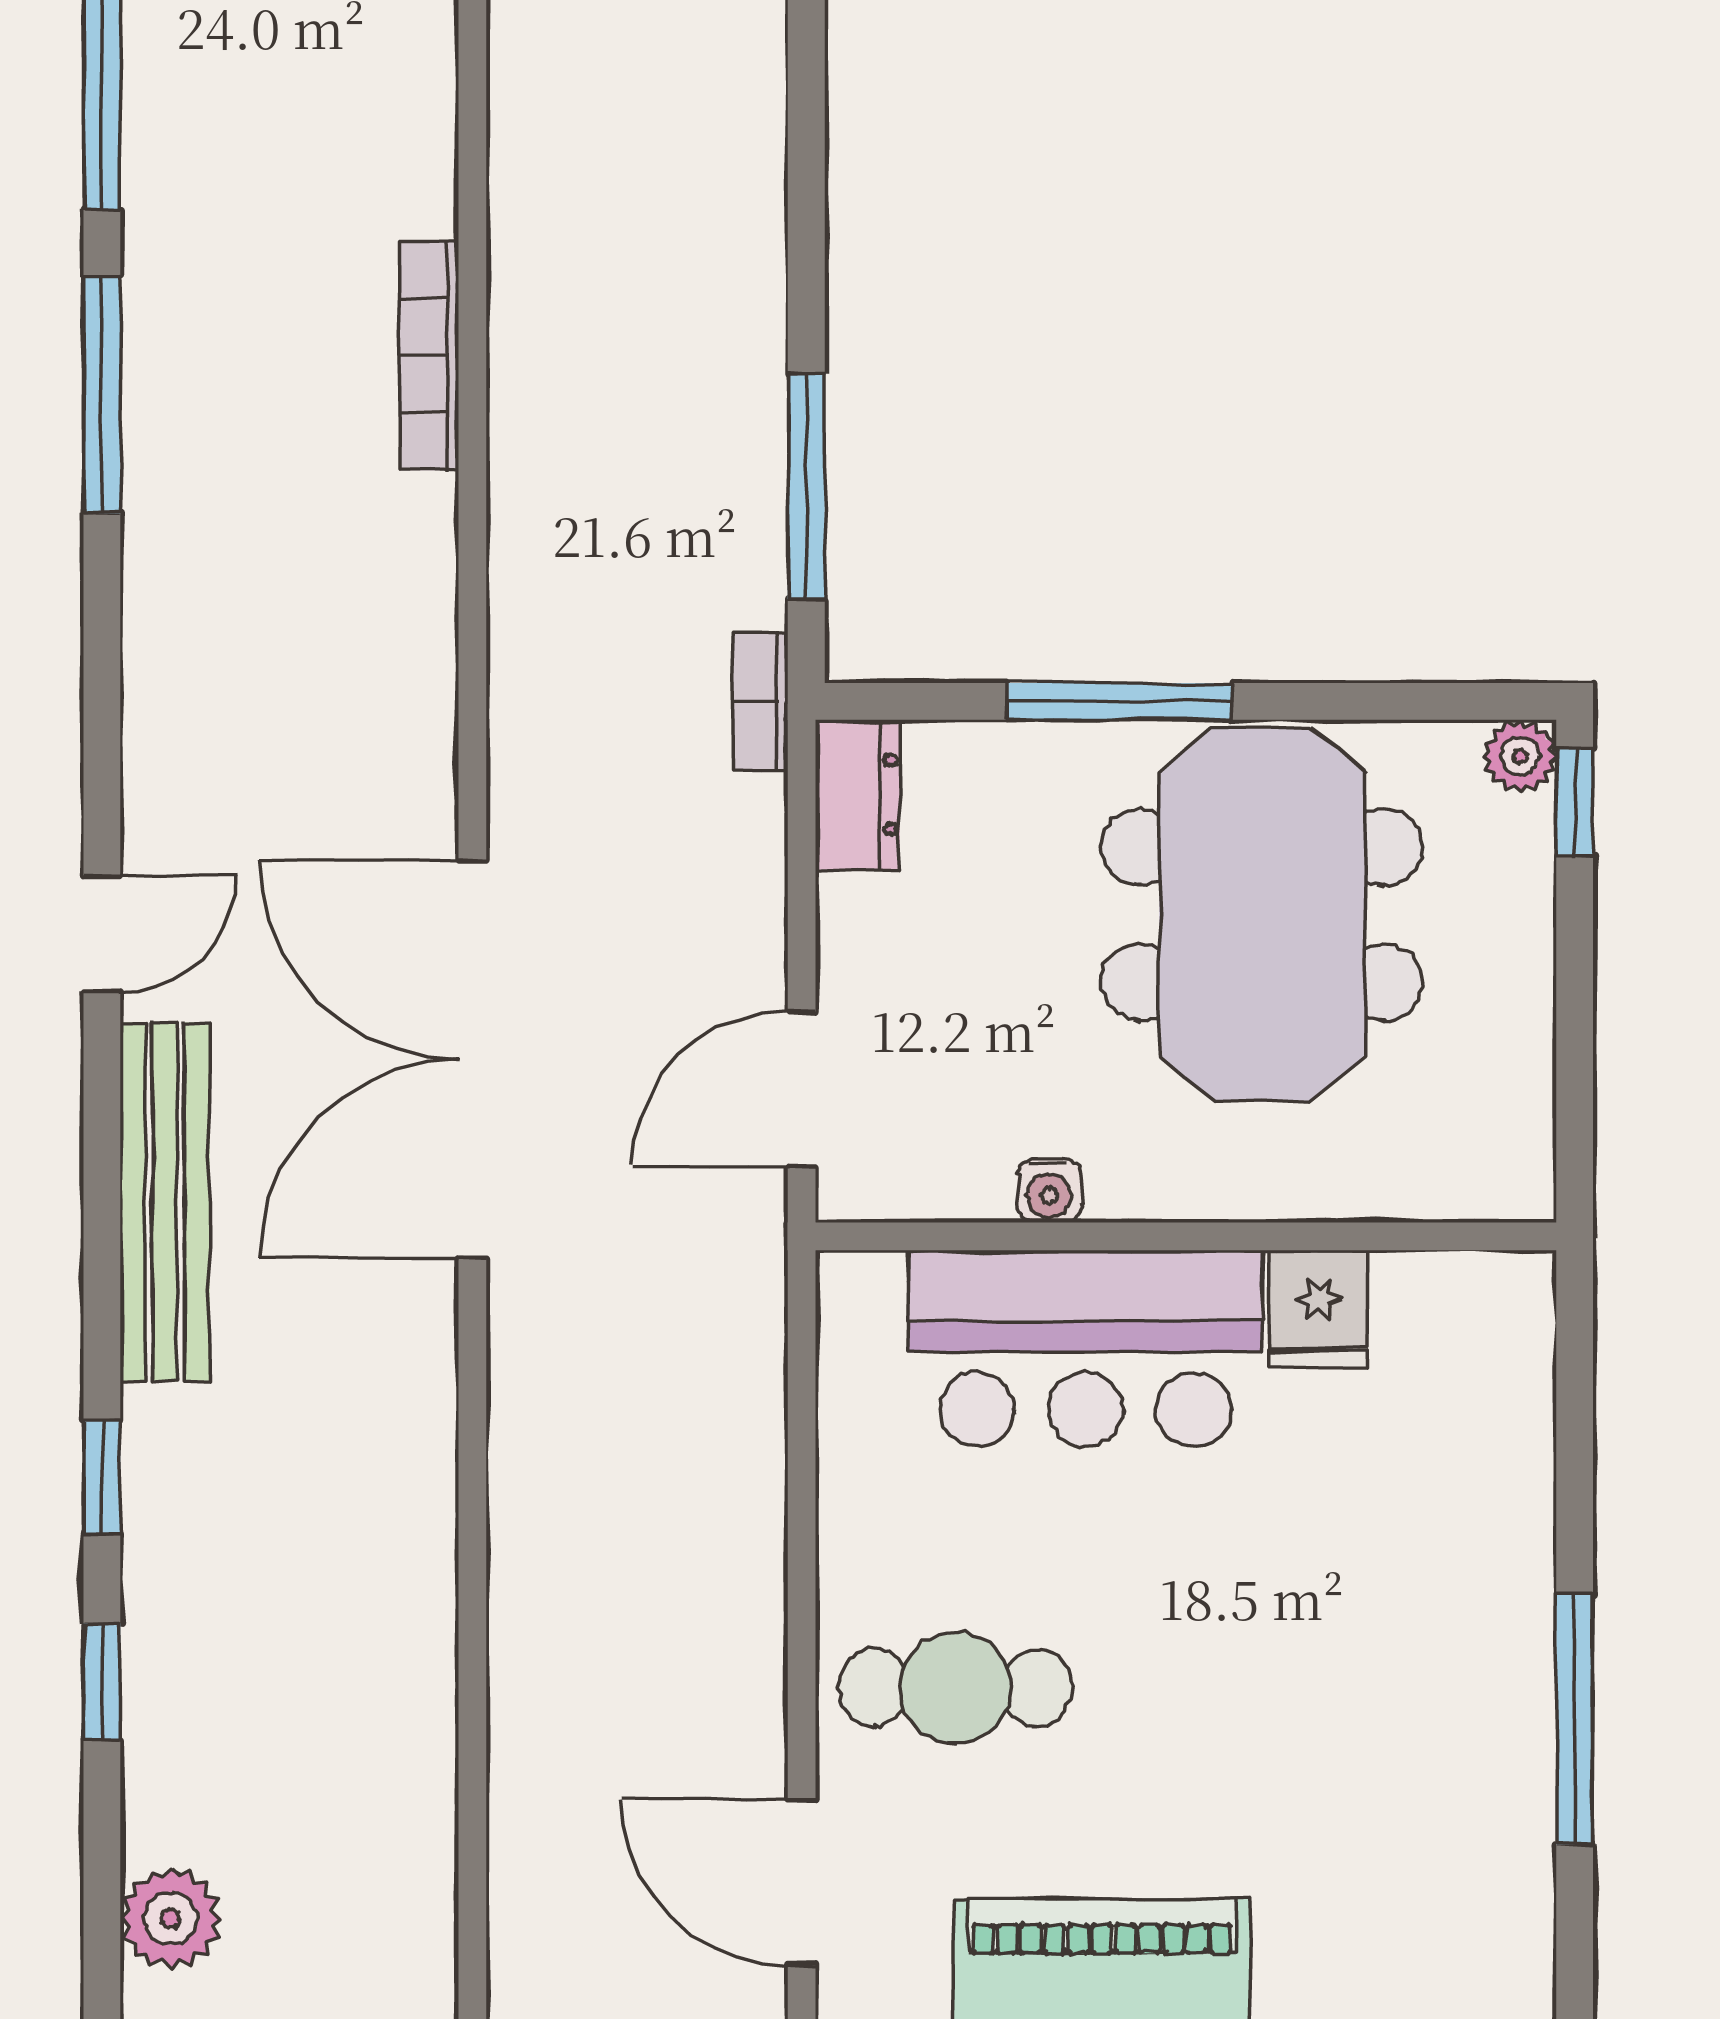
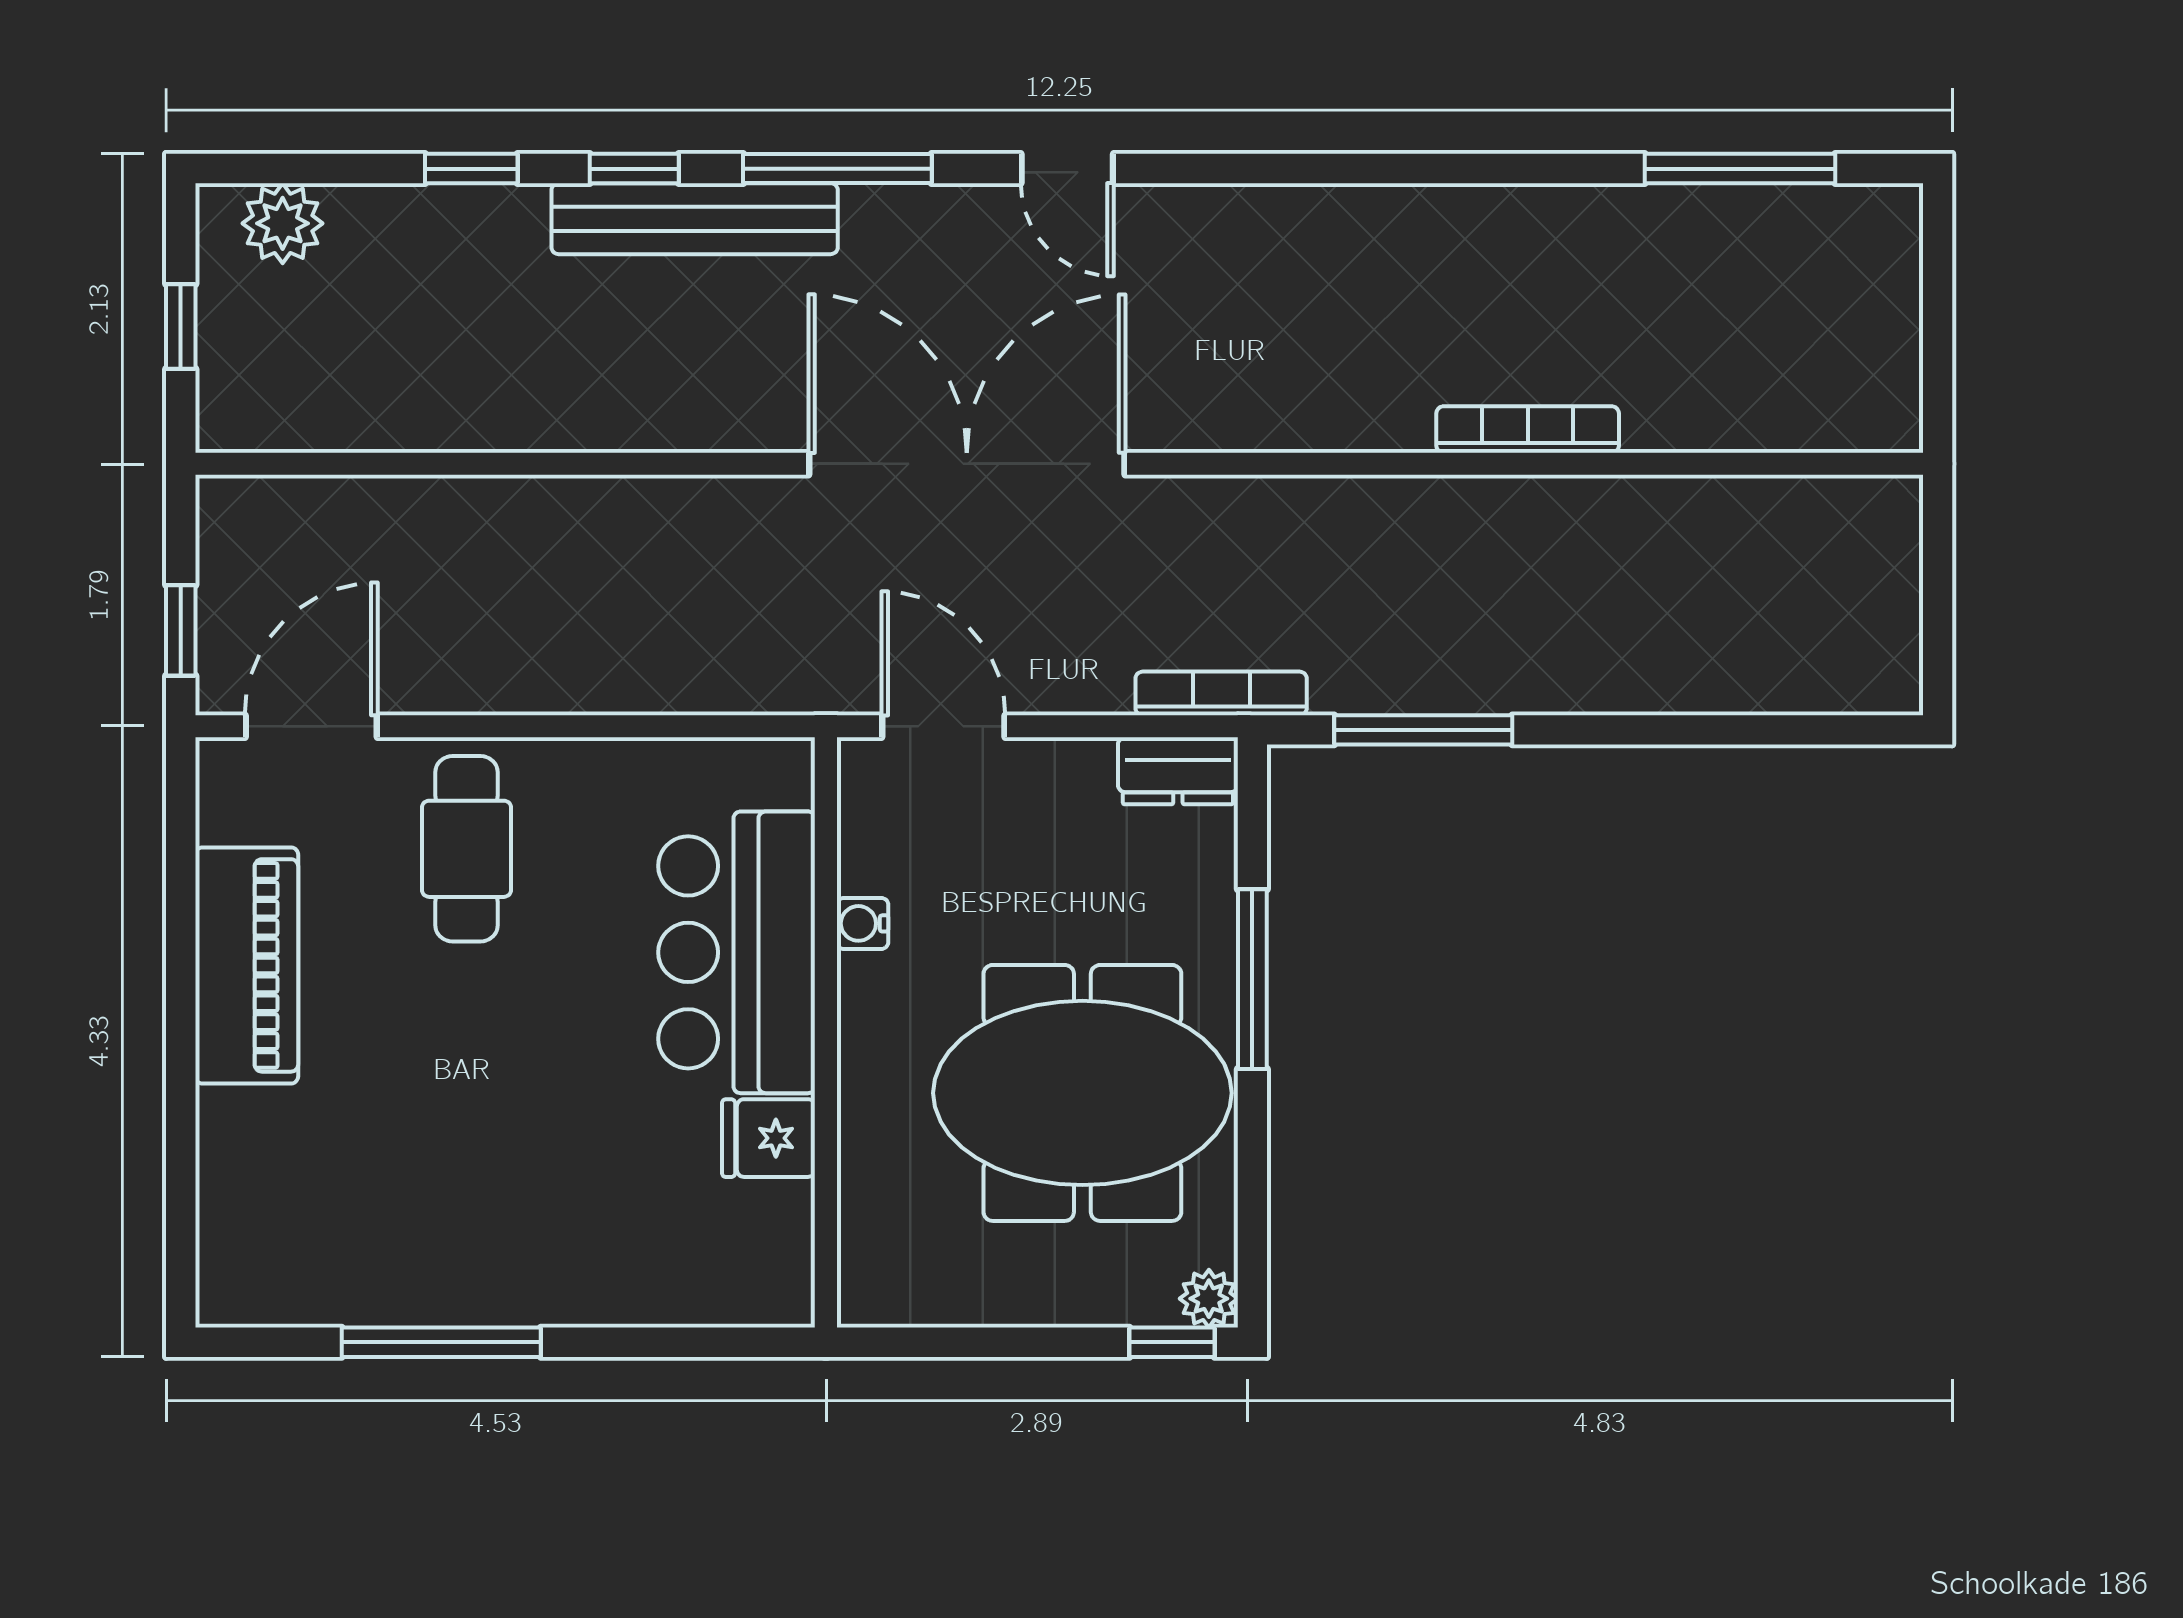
window: (102, 395) -> (837, 169), moved
bookcase: (761, 702) -> (1221, 693), width x1.56
bench: (165, 1202) -> (695, 219), moved

